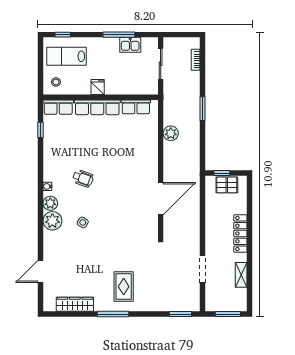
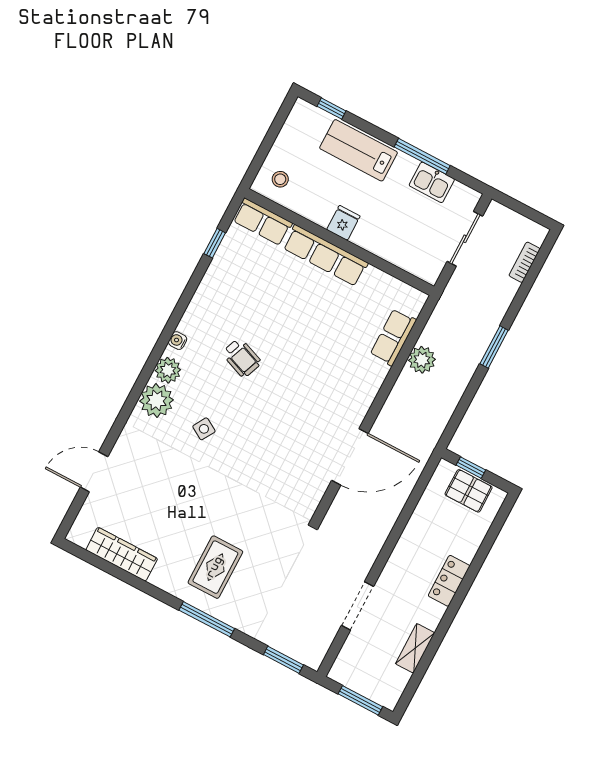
lab bench: (66, 56) -> (359, 150), moved
row of seats: (136, 107) -> (393, 337), moved, turned 90
locker: (240, 233) -> (449, 581), width x0.66
window: (113, 314) -> (207, 619), moved

